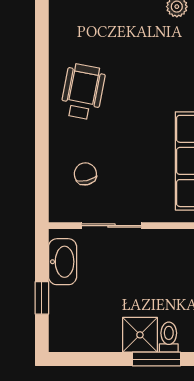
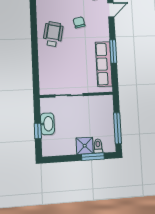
chair: (85, 174) -> (79, 22), moved
washbasin: (63, 262) -> (47, 124), moved

